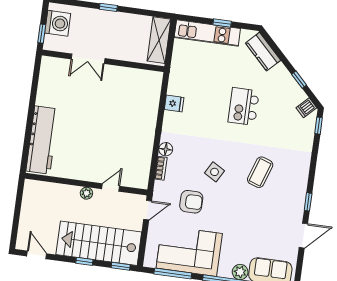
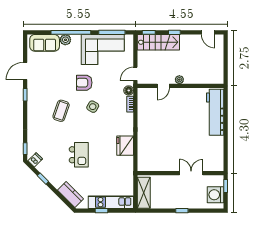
fridge: (174, 103) -> (125, 146), width x1.88, depth x1.34
floor lamp: (166, 149) -> (129, 90), moved
armchair: (191, 202) -> (84, 83), moved
stairs: (99, 243) -> (158, 42), width x0.73, depth x0.66

